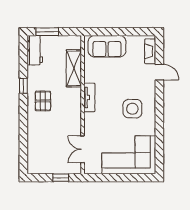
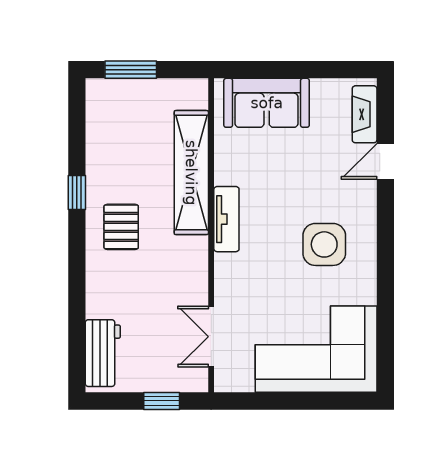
workbench: (35, 50) -> (103, 353), moved
shelving: (74, 68) -> (191, 173), width x1.47
door: (159, 72) -> (385, 161), swing flipped

